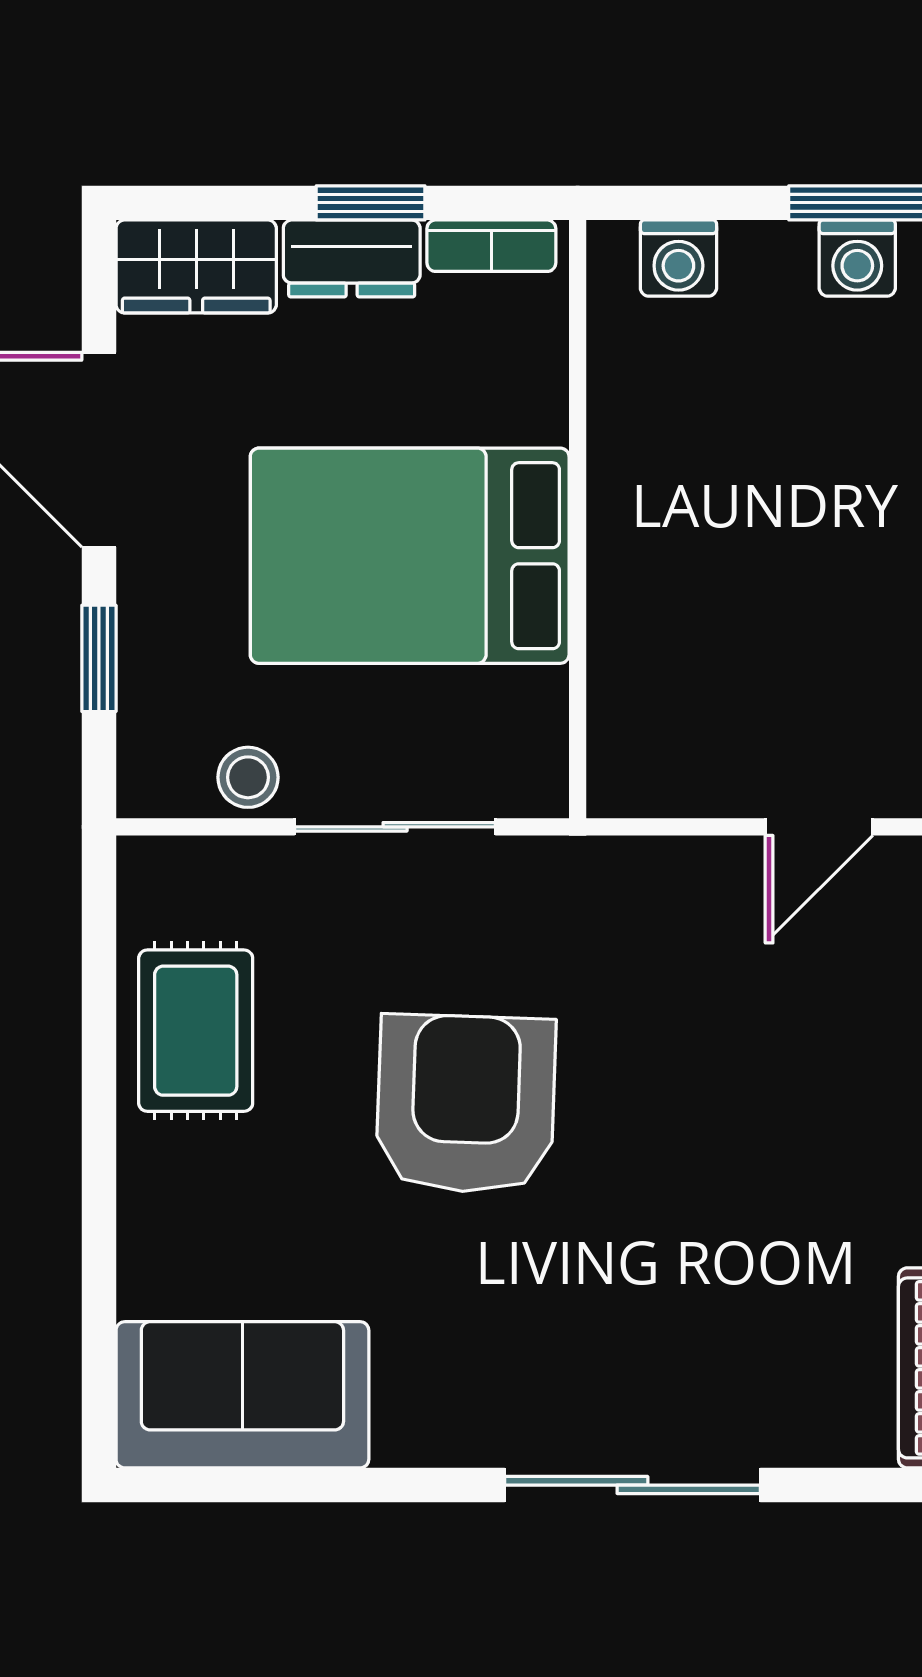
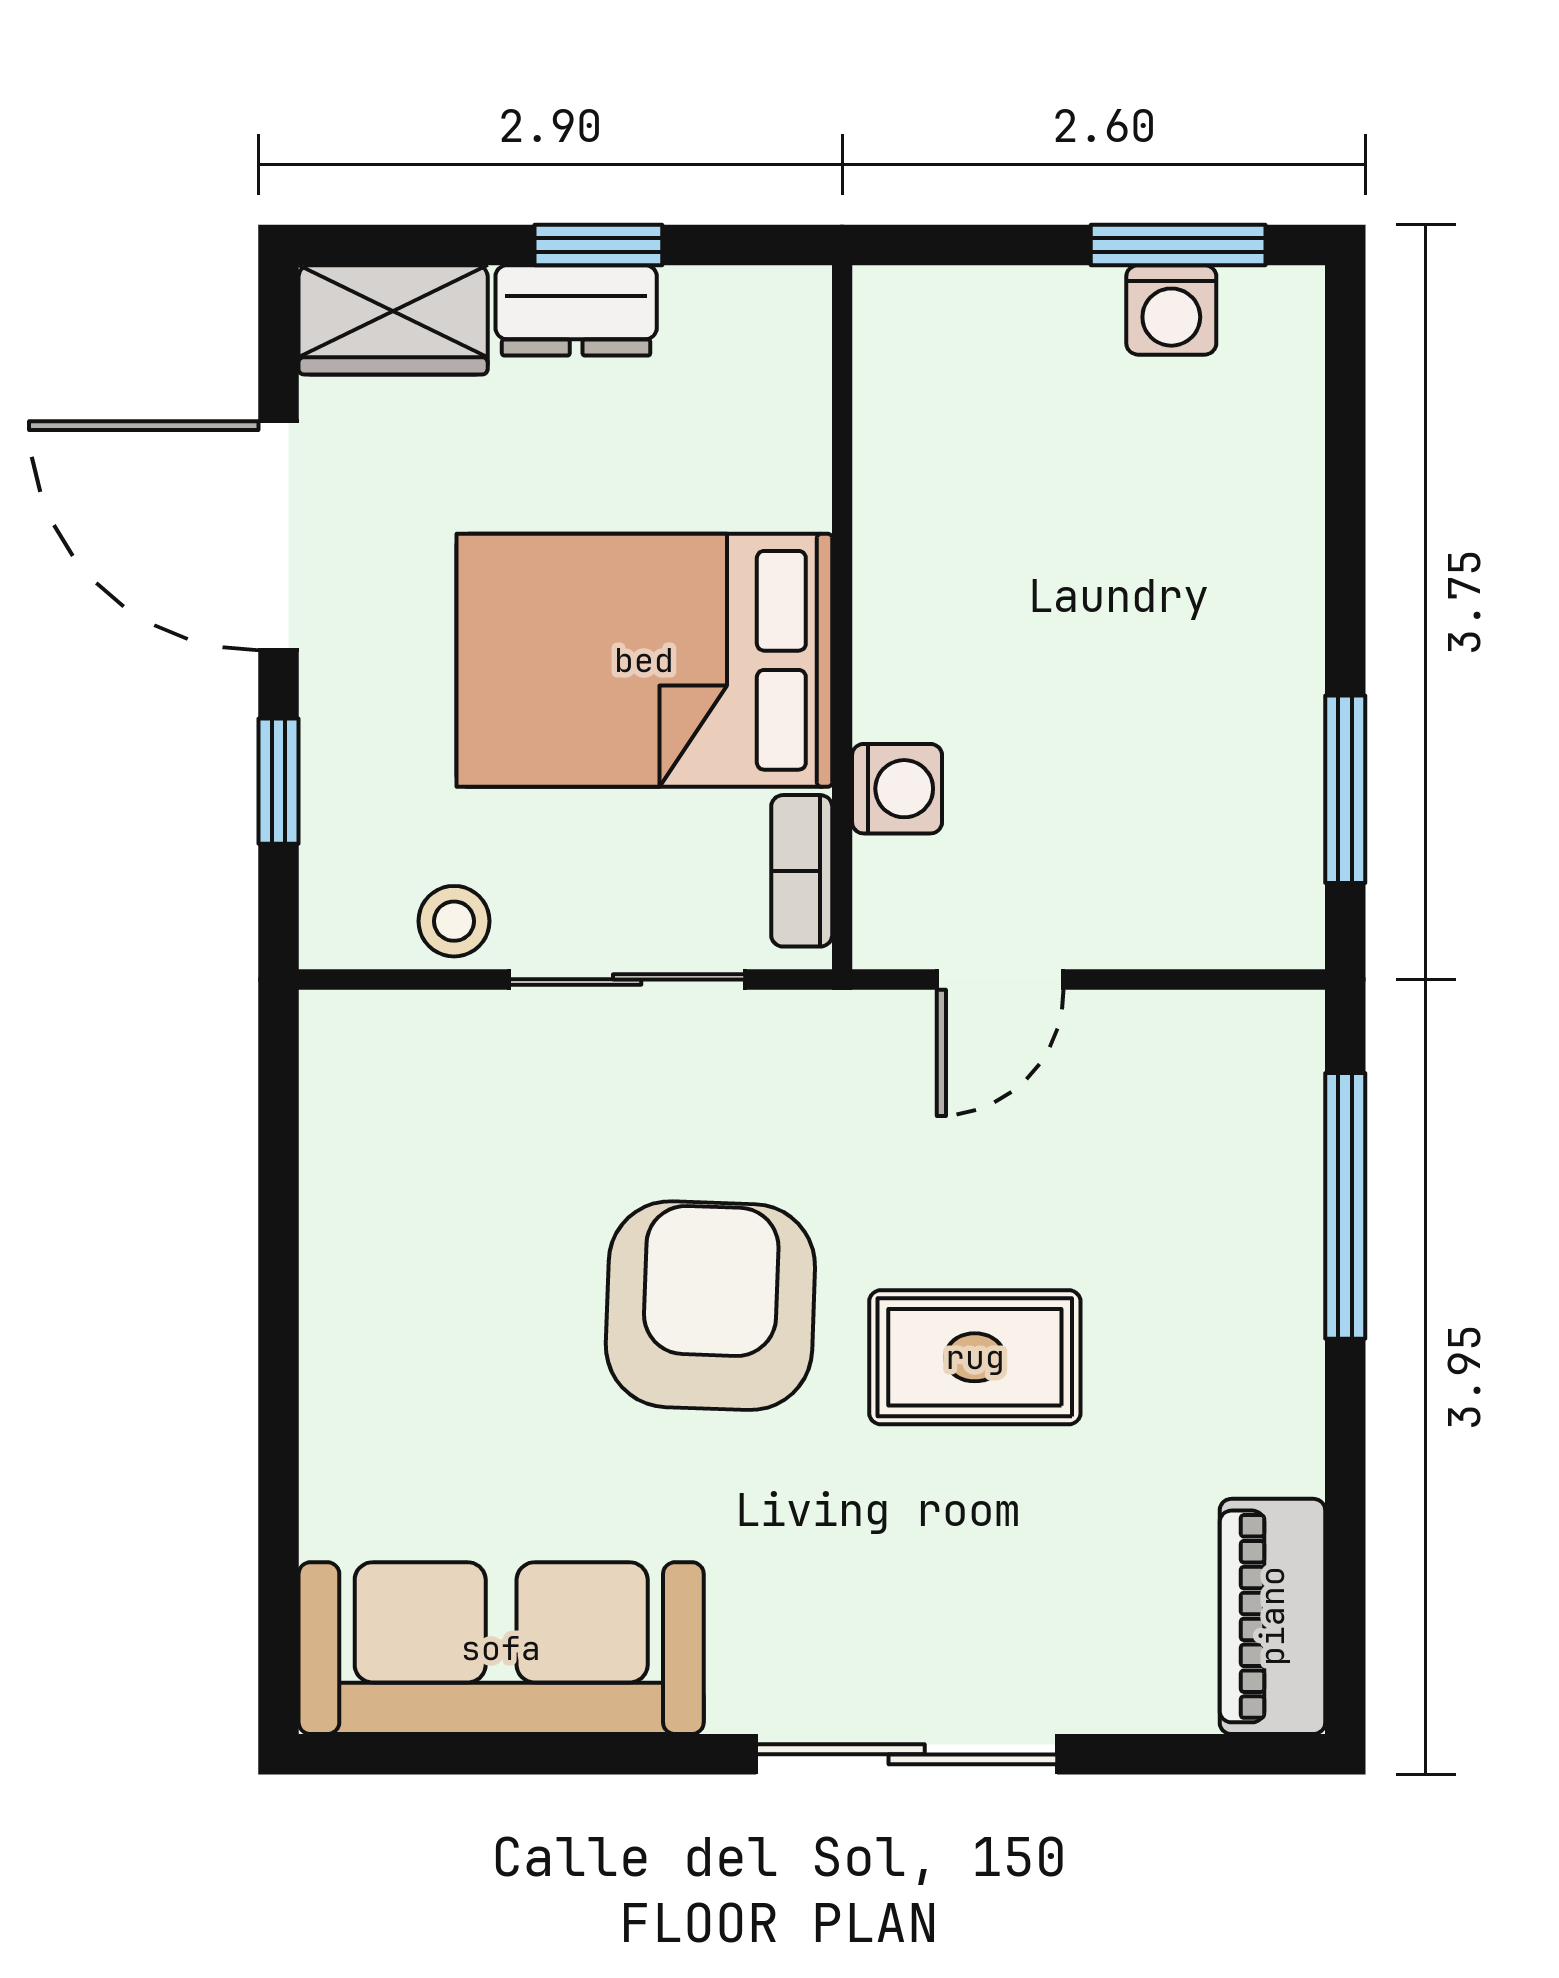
bookcase: (491, 246) -> (802, 871), moved, turned 90
washing machine: (678, 258) -> (897, 789), moved, turned -90
door: (819, 827) -> (1000, 979), moved
rug: (196, 1031) -> (975, 1357), moved, turned 90
sofa: (242, 1395) -> (501, 1648), width x1.36

